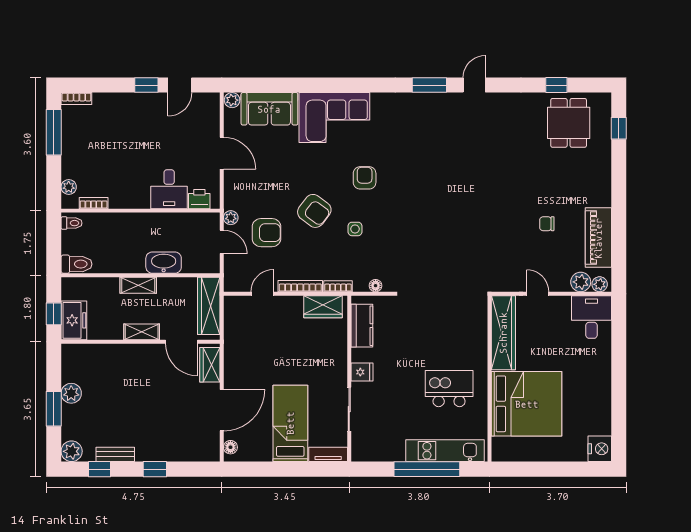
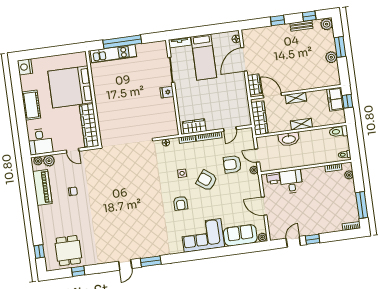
kitchen counter: (362, 326) -> (171, 119), removed
cot: (598, 382) -> (31, 105), added
kitchen island: (449, 389) -> (116, 89), removed

